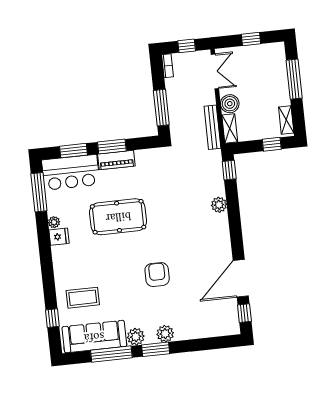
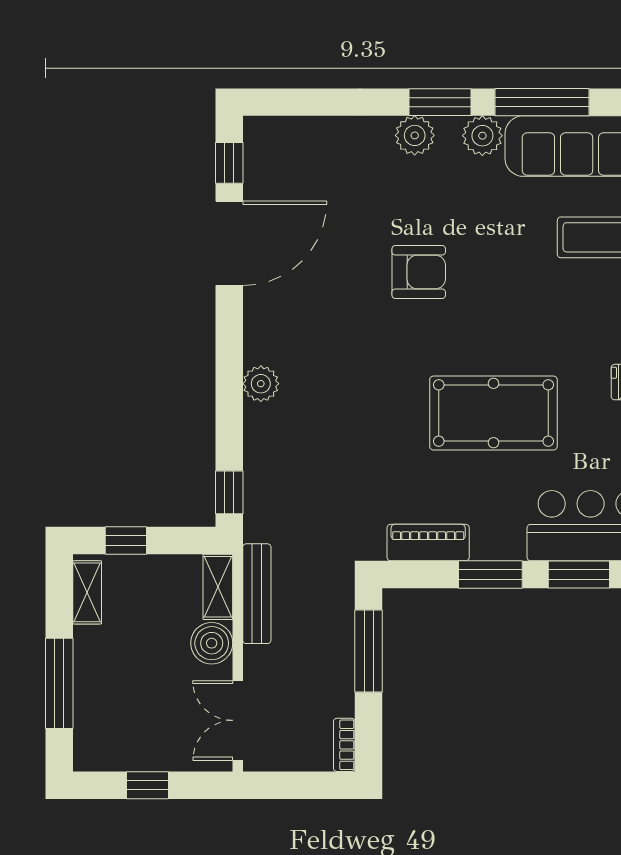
window: (187, 46) -> (296, 785), removed
piano: (116, 160) -> (428, 543), moved
plant: (219, 205) -> (261, 384), moved
armchair: (157, 275) -> (419, 272), turned -90

